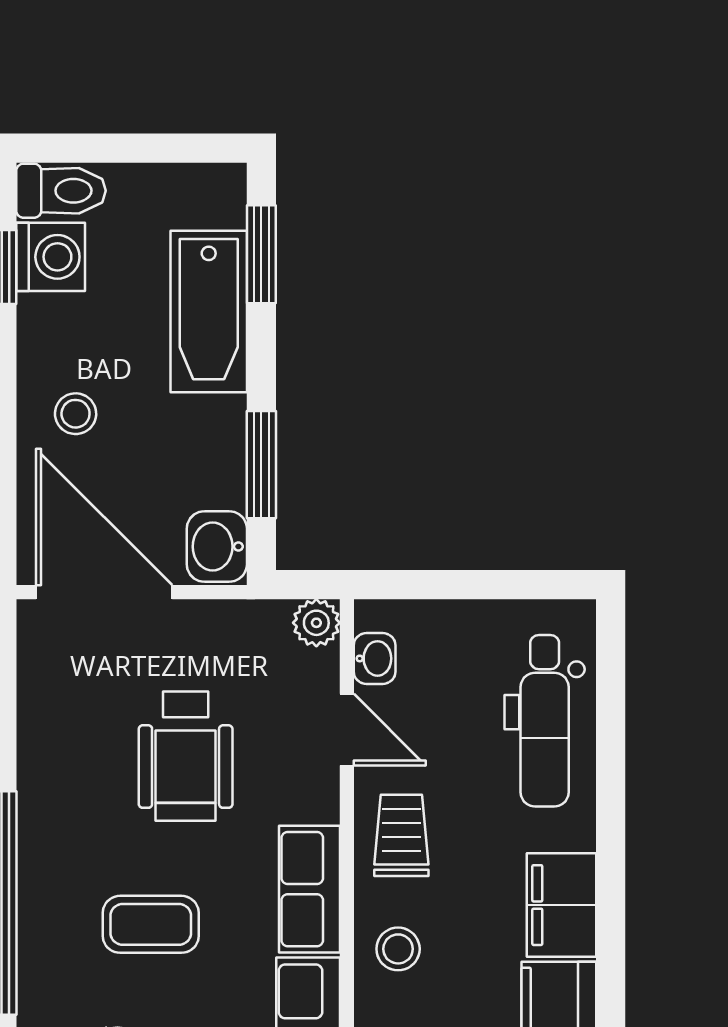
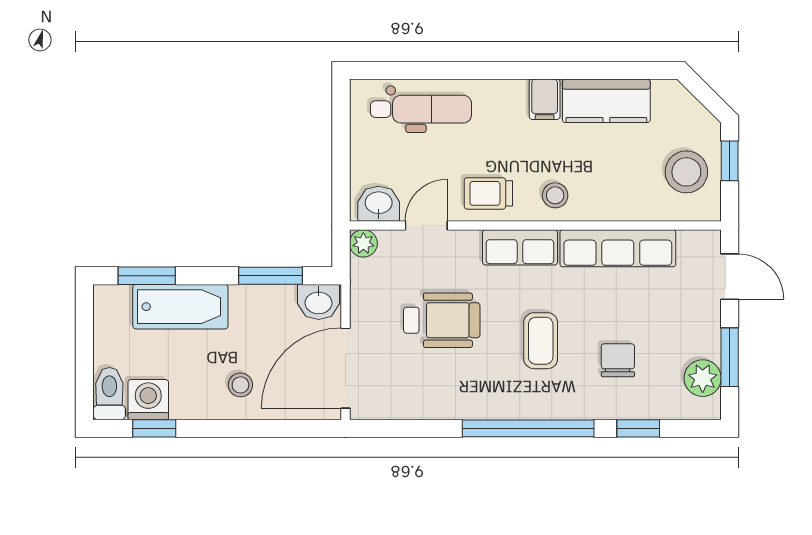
washbasin: (375, 658) -> (379, 204), width x1.38, depth x1.45
filing cabinet: (561, 905) -> (545, 99), width x0.50

